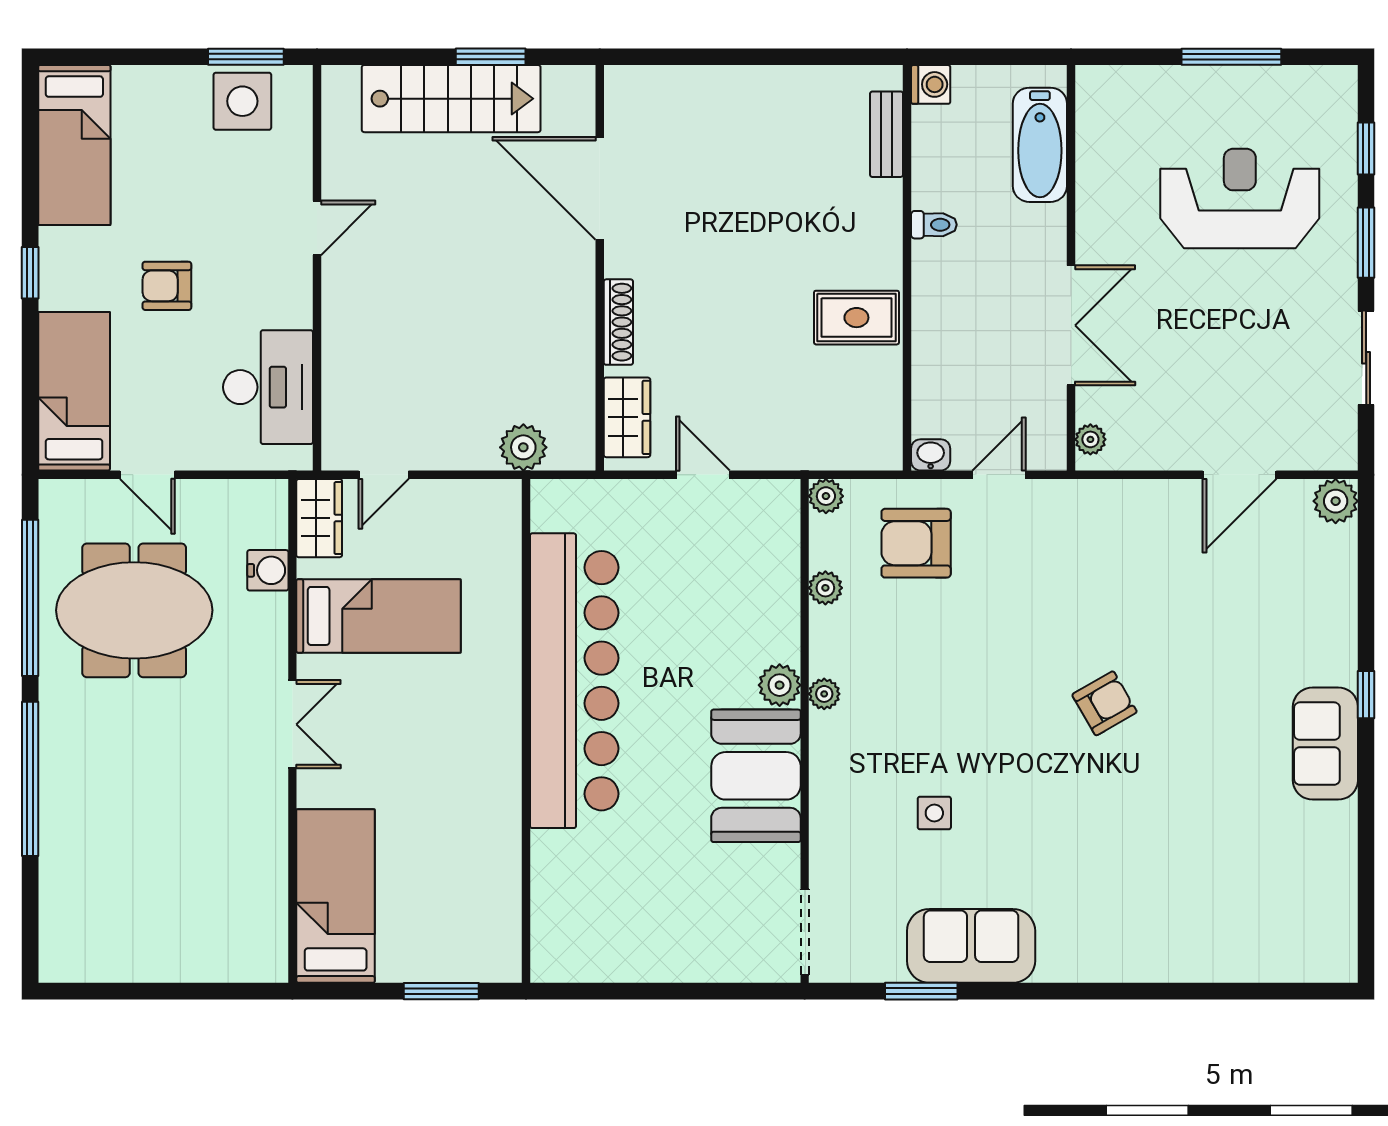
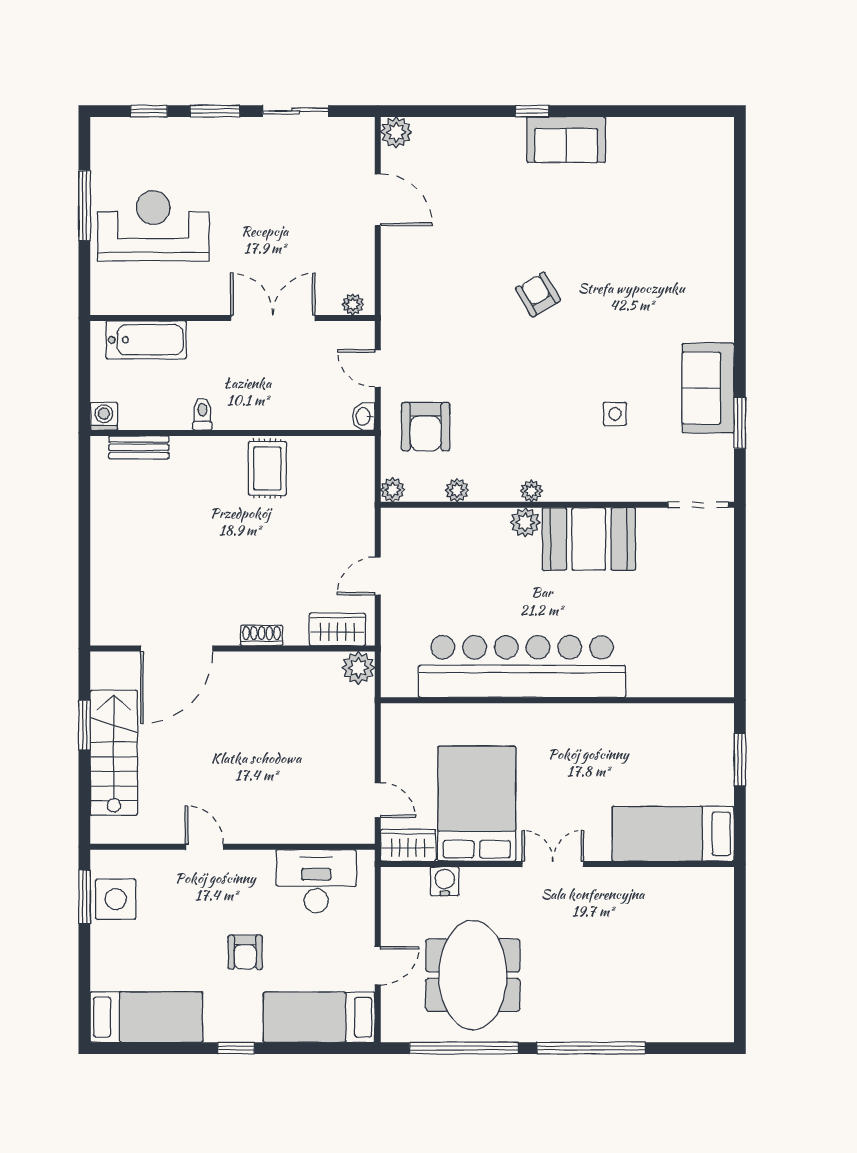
reception desk: (1240, 198) -> (153, 226), moved, turned 90
shoe rack: (618, 322) -> (262, 635), width x0.70
plant: (523, 447) -> (358, 668), moved
bed: (379, 616) -> (477, 804), width x1.50

